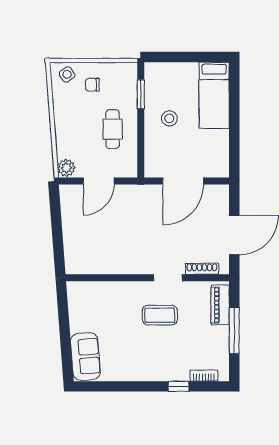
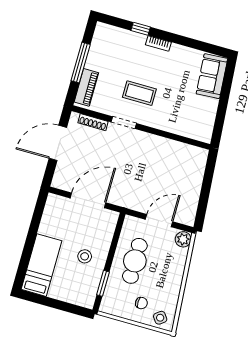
cafe table: (113, 129) -> (135, 261), width x1.37, depth x1.35
bookcase: (204, 376) -> (158, 43), moved

